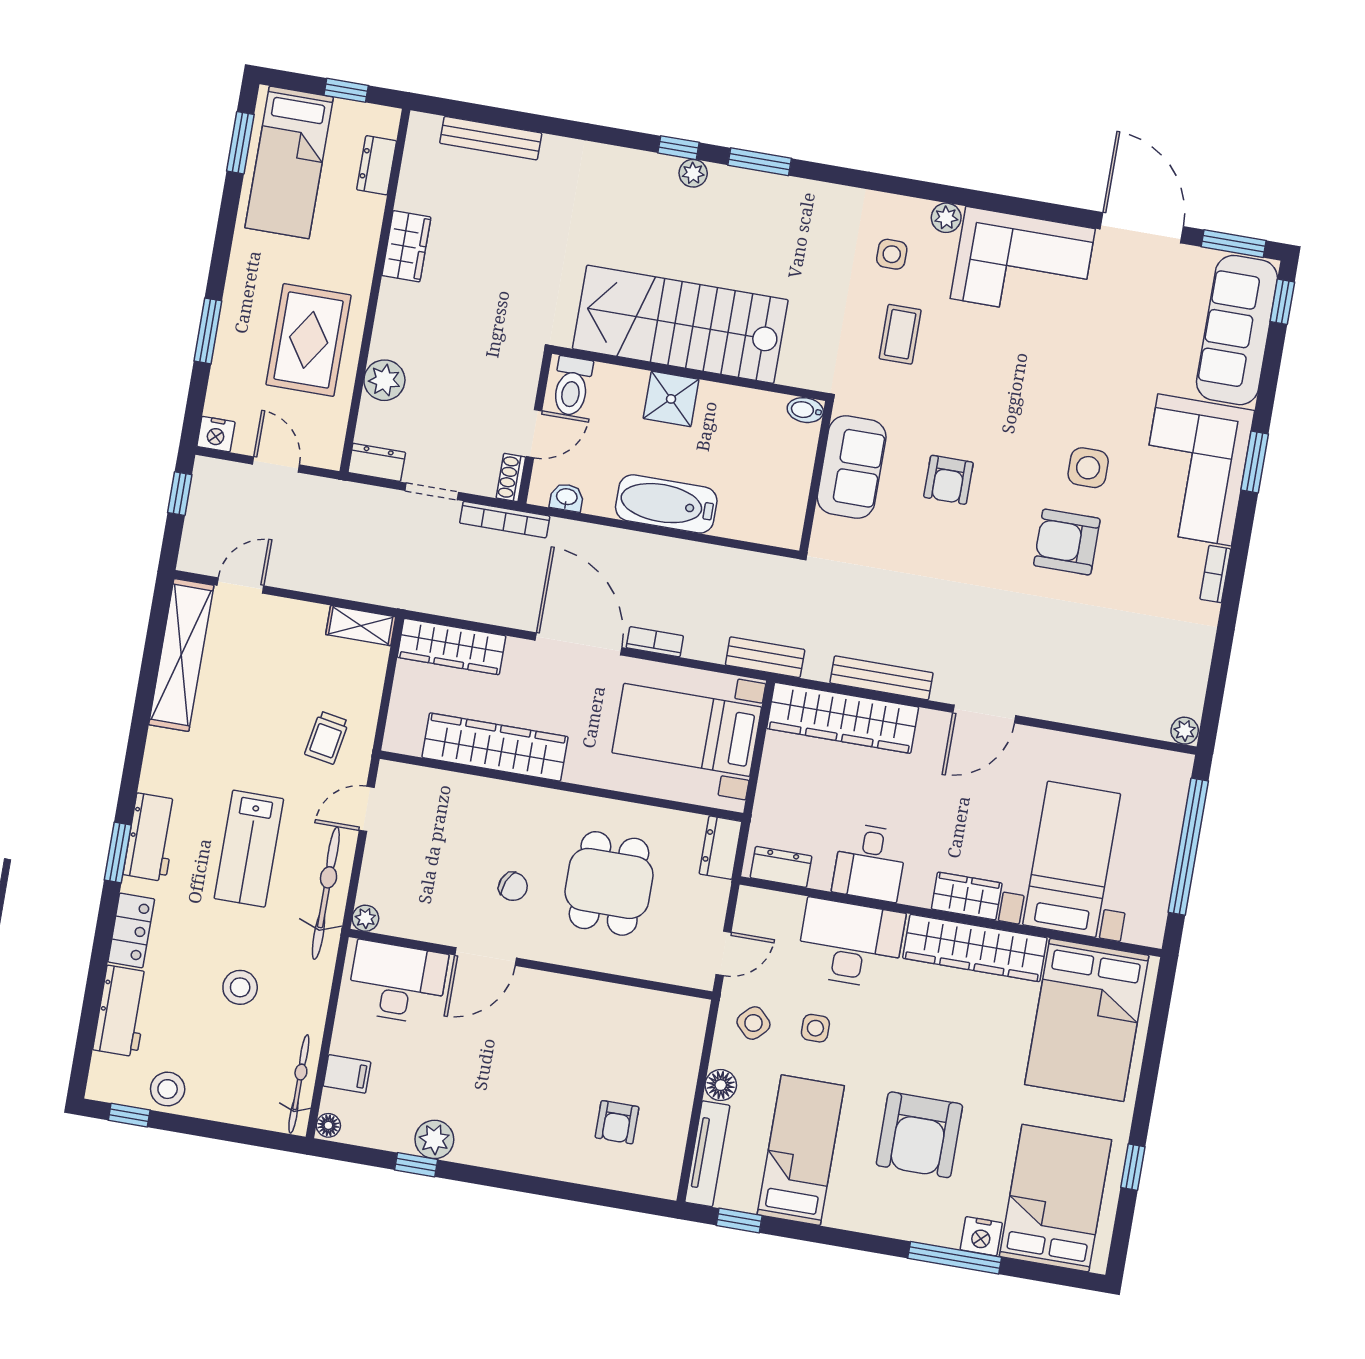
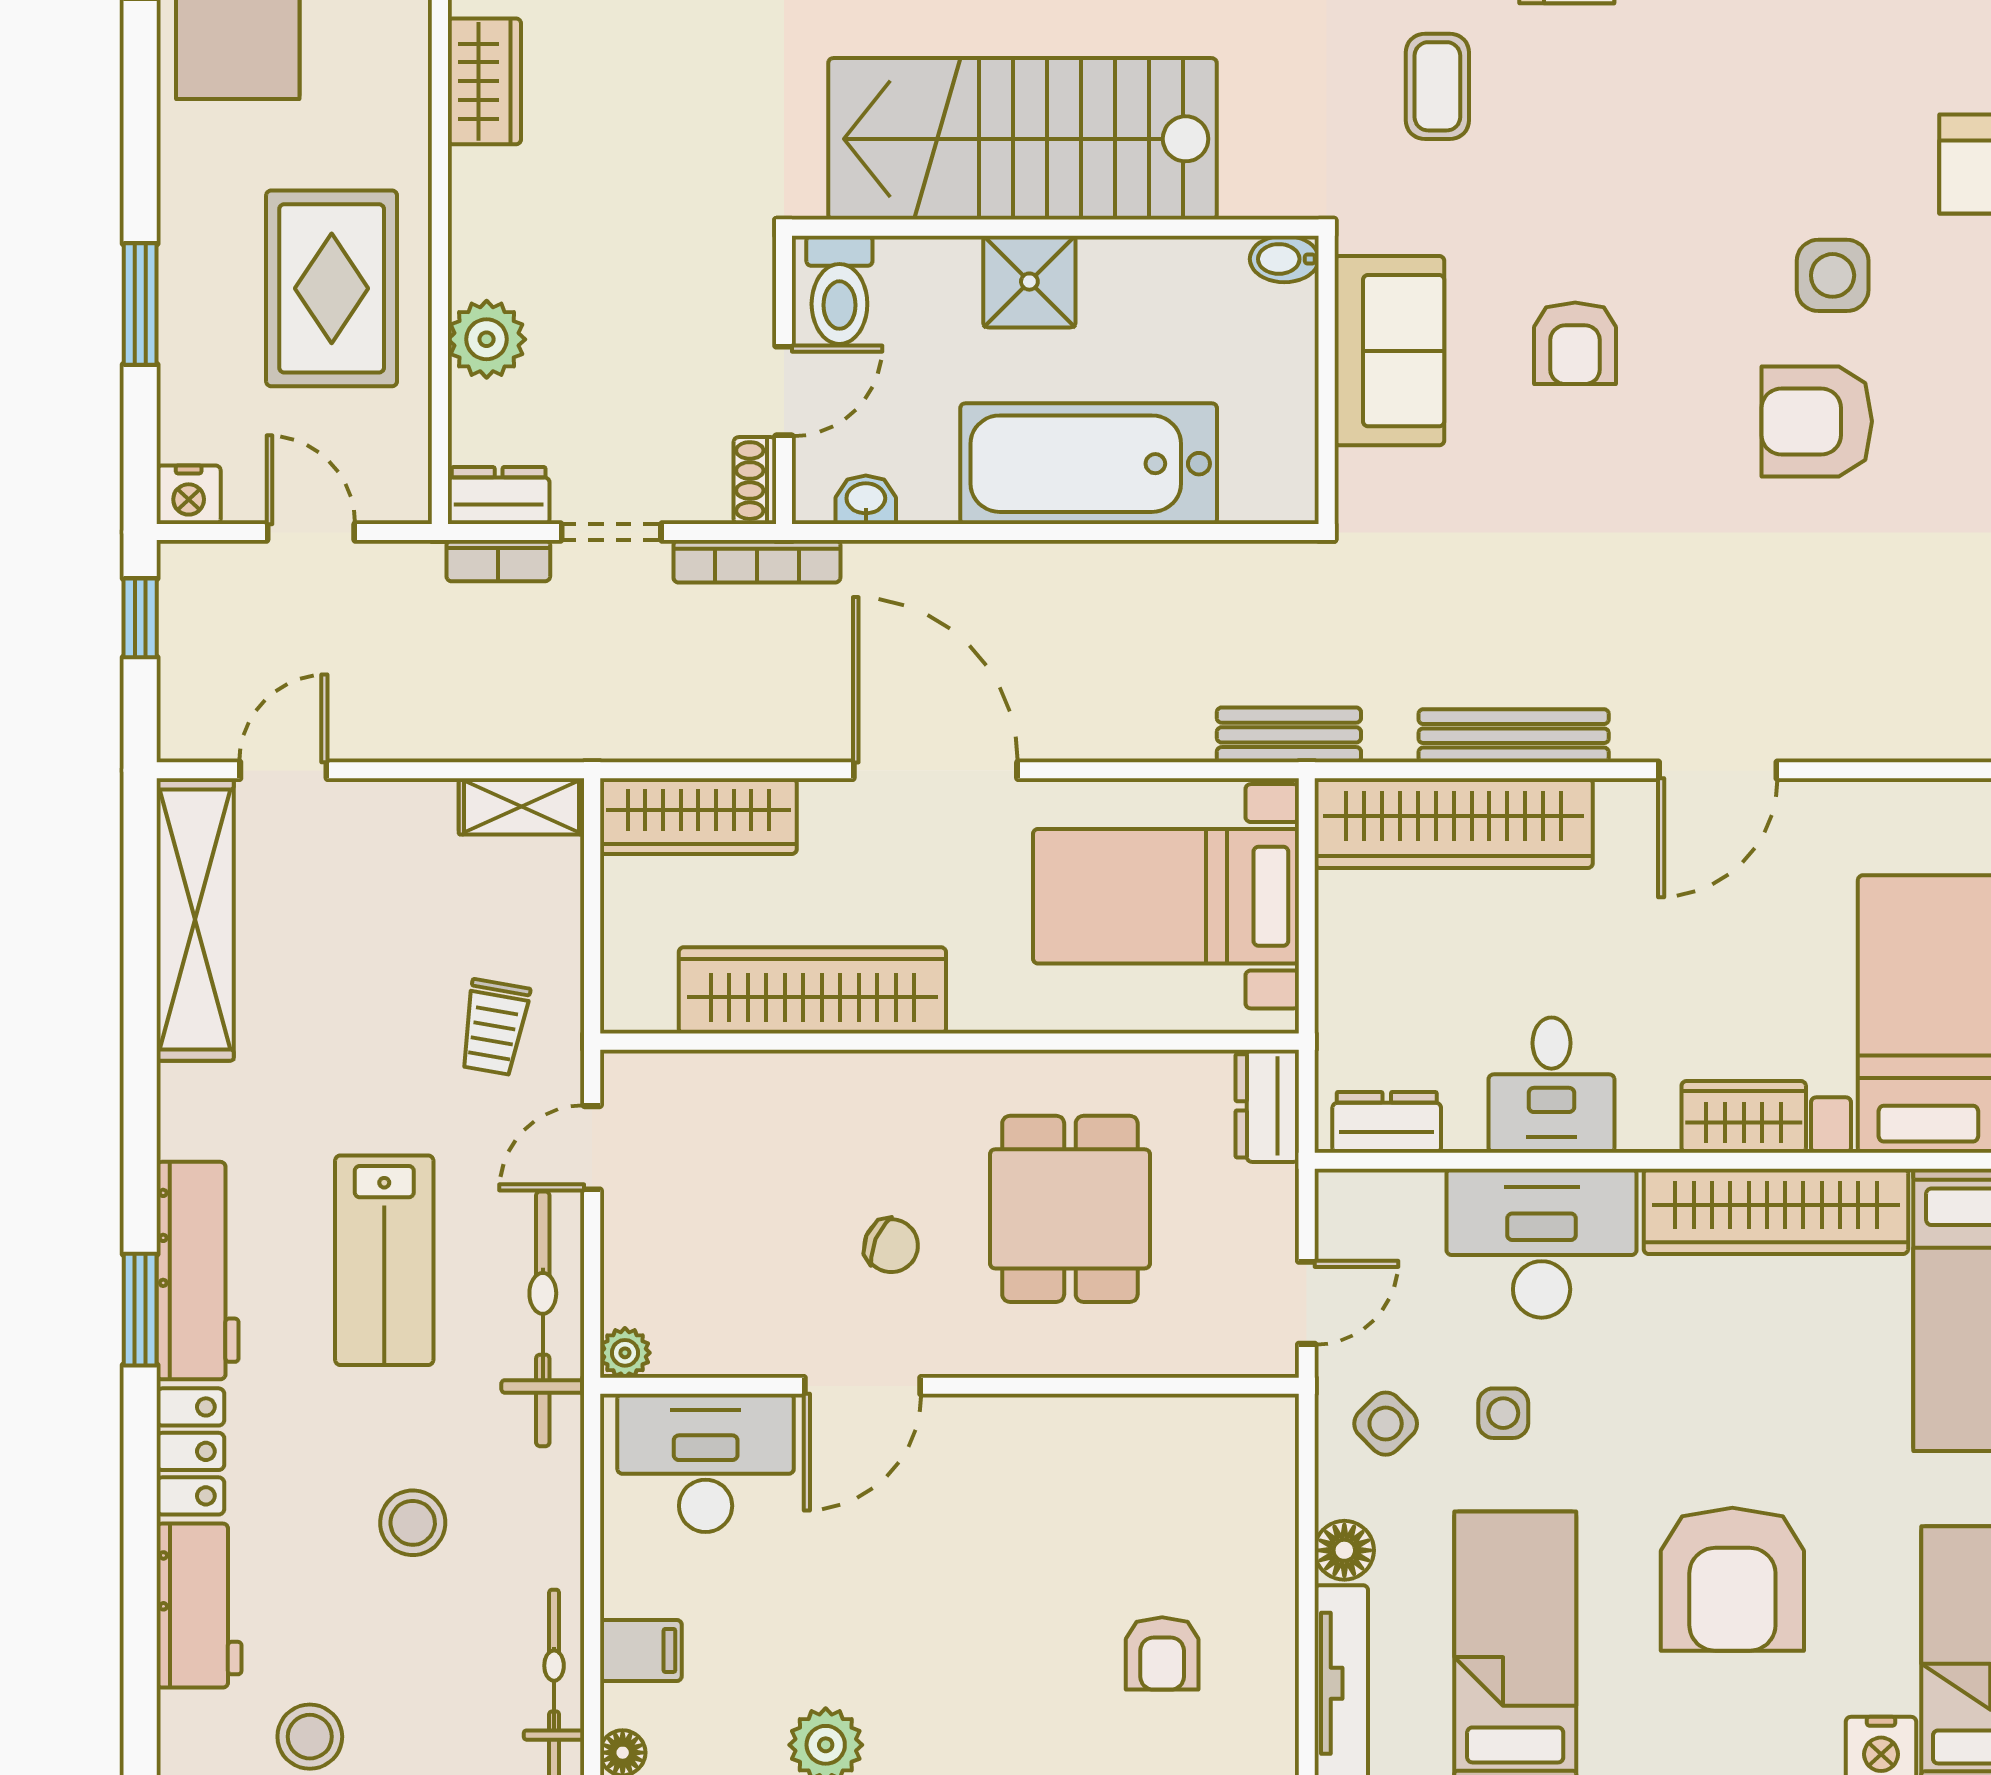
bathtub: (666, 504) -> (1089, 464), width x1.36, depth x1.36
bookcase: (655, 642) -> (498, 561), moved, turned 180
workbench: (151, 837) -> (198, 1271), width x1.38

